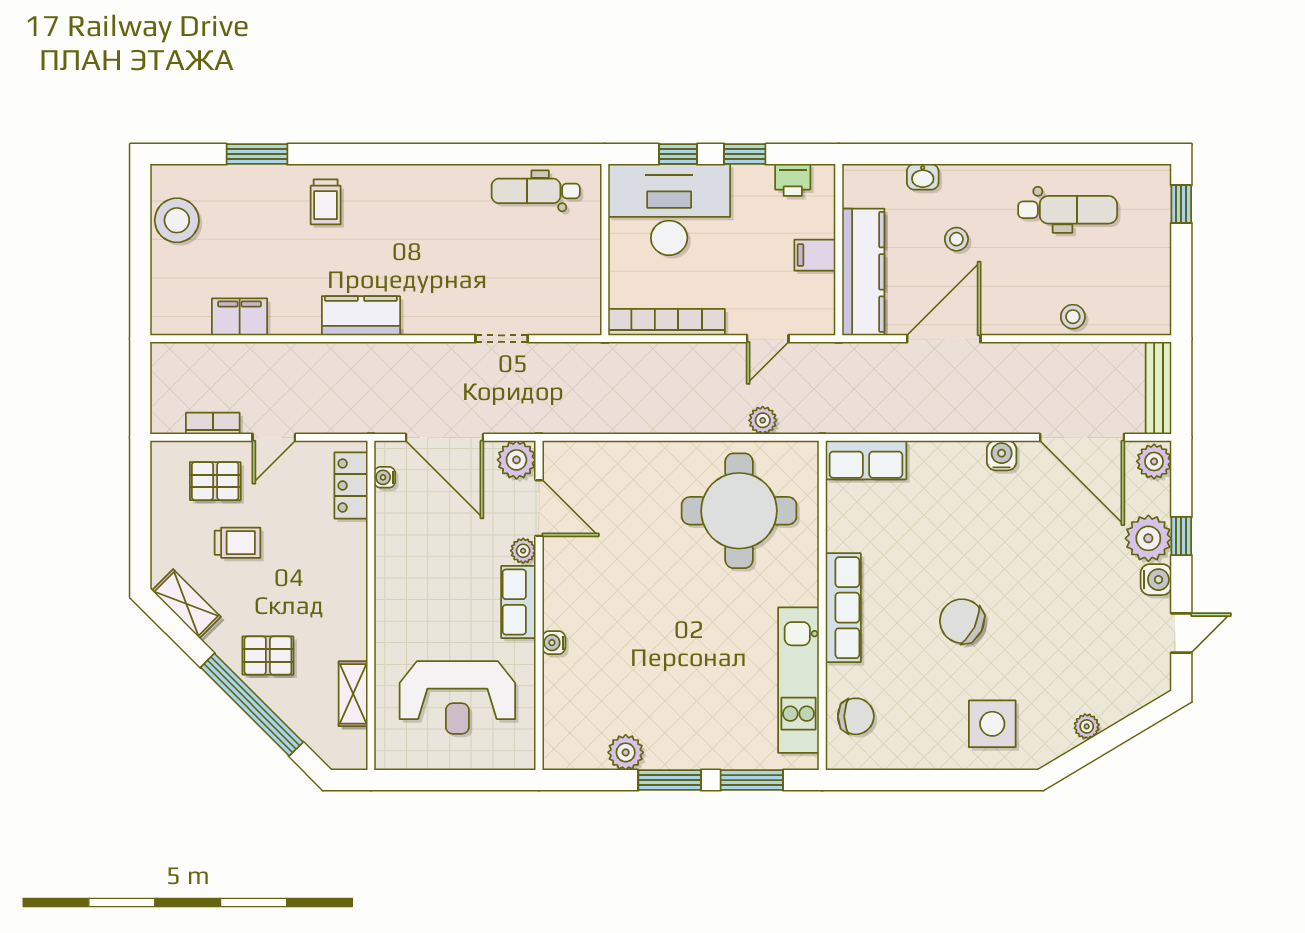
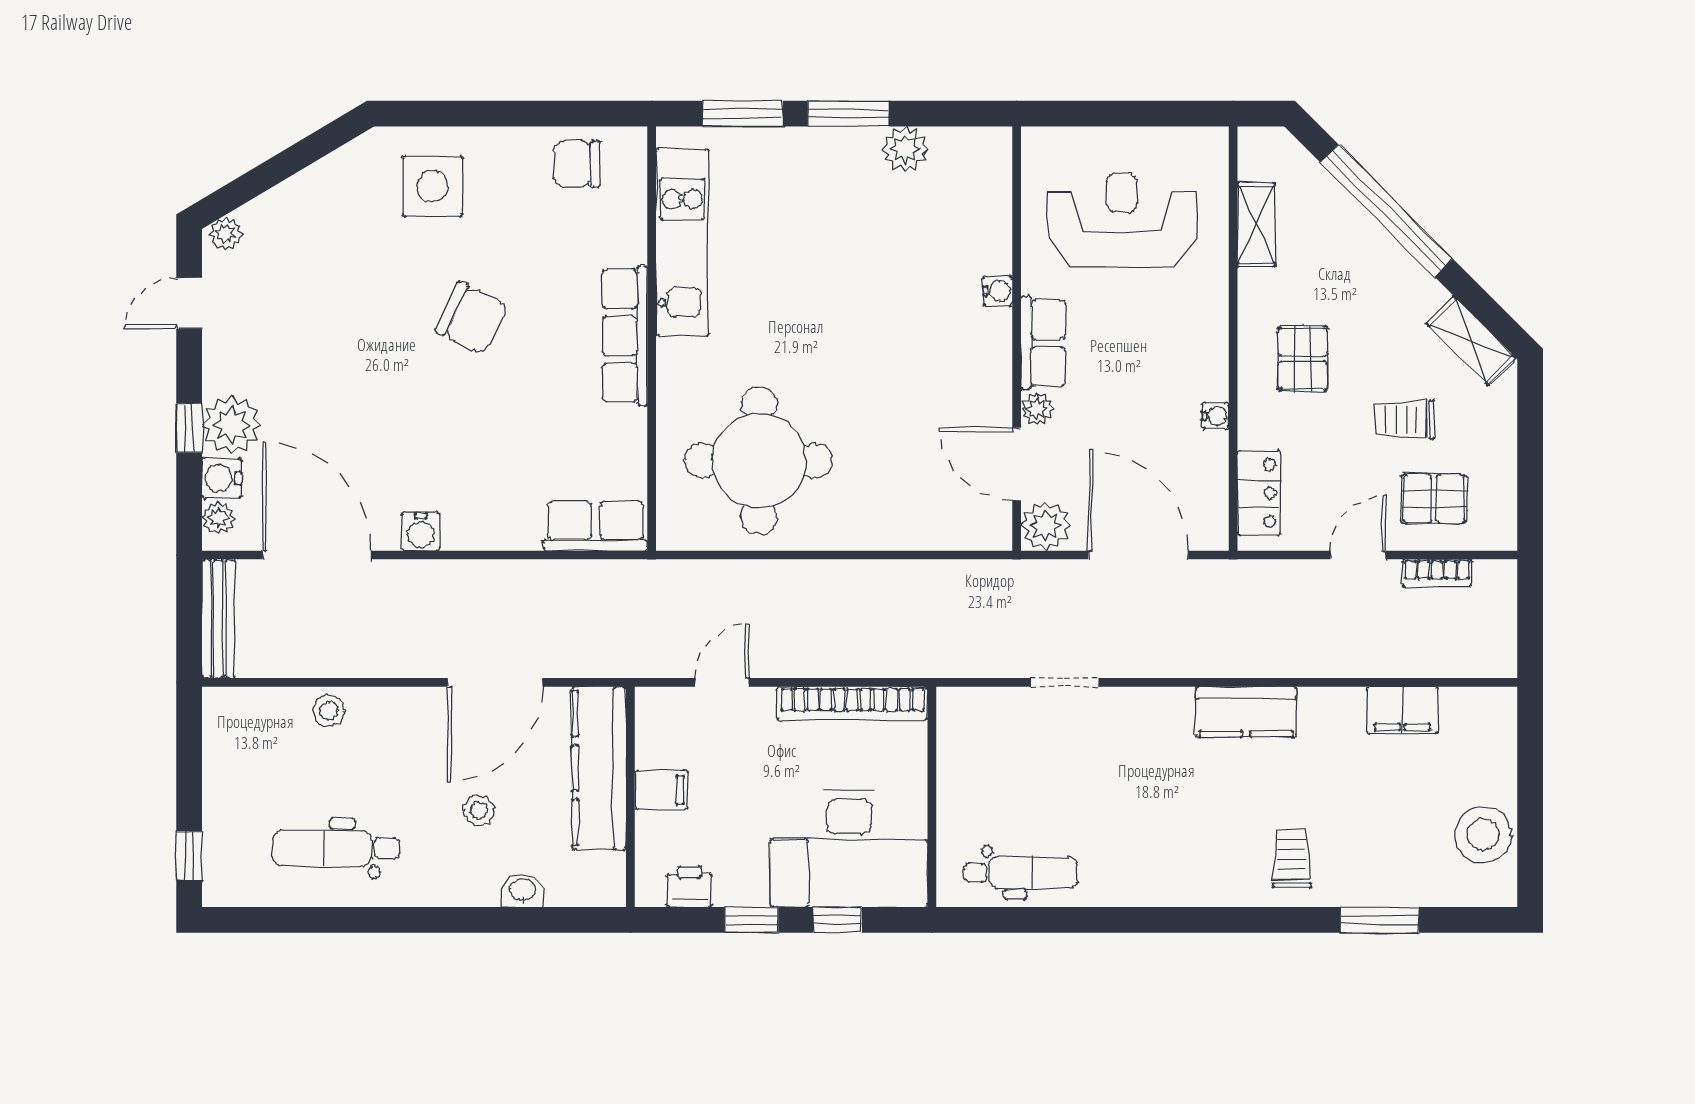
plant: (763, 420) -> (728, 577), removed
plant: (1154, 461) -> (218, 518), width x0.73, depth x0.73
water cooler: (385, 477) -> (1215, 416), moved
water cooler: (1156, 580) -> (222, 478), moved
pallet: (268, 656) -> (1303, 359), moved, turned 90
chair: (856, 716) -> (577, 164), moved
plant: (1087, 726) -> (226, 234), moved

